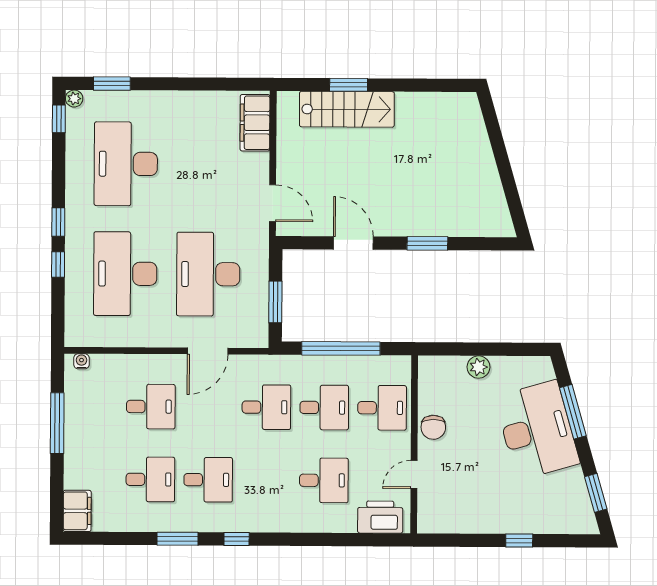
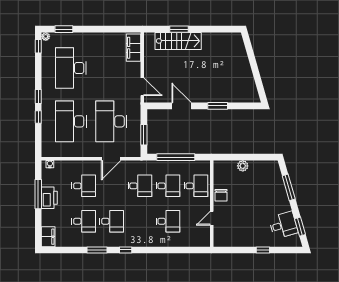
desk: (537, 430) -> (283, 225), moved, width x0.53, depth x0.77
printer: (380, 517) -> (49, 198), moved, turned 90

